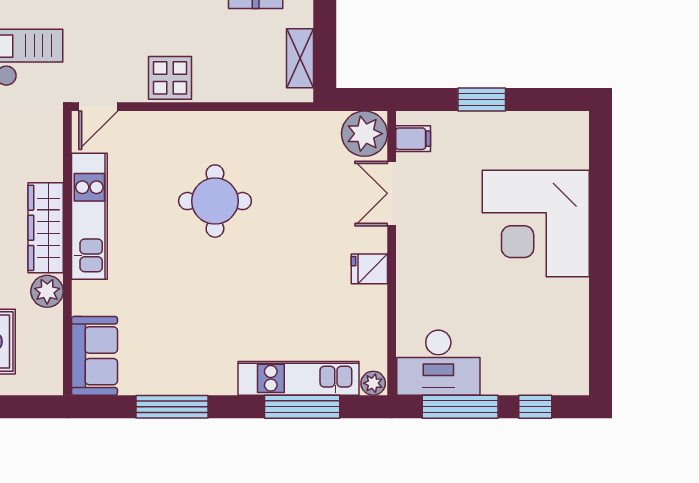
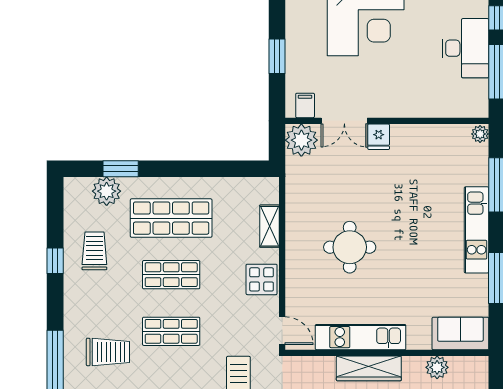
shelving: (300, 58) -> (269, 226), moved, turned 90
fridge: (369, 269) -> (379, 137), moved
plant: (47, 291) -> (437, 367), moved
desk: (438, 363) -> (465, 48), moved
kitchen unit: (299, 378) -> (477, 230), moved

